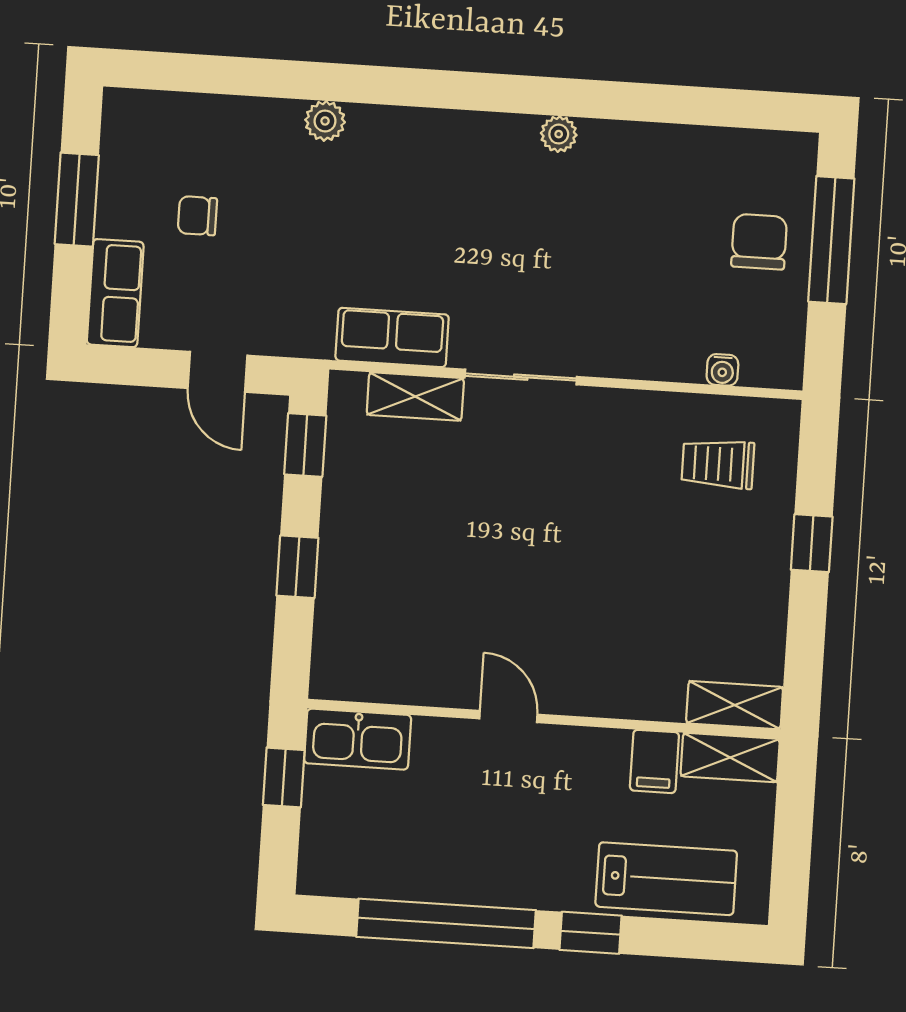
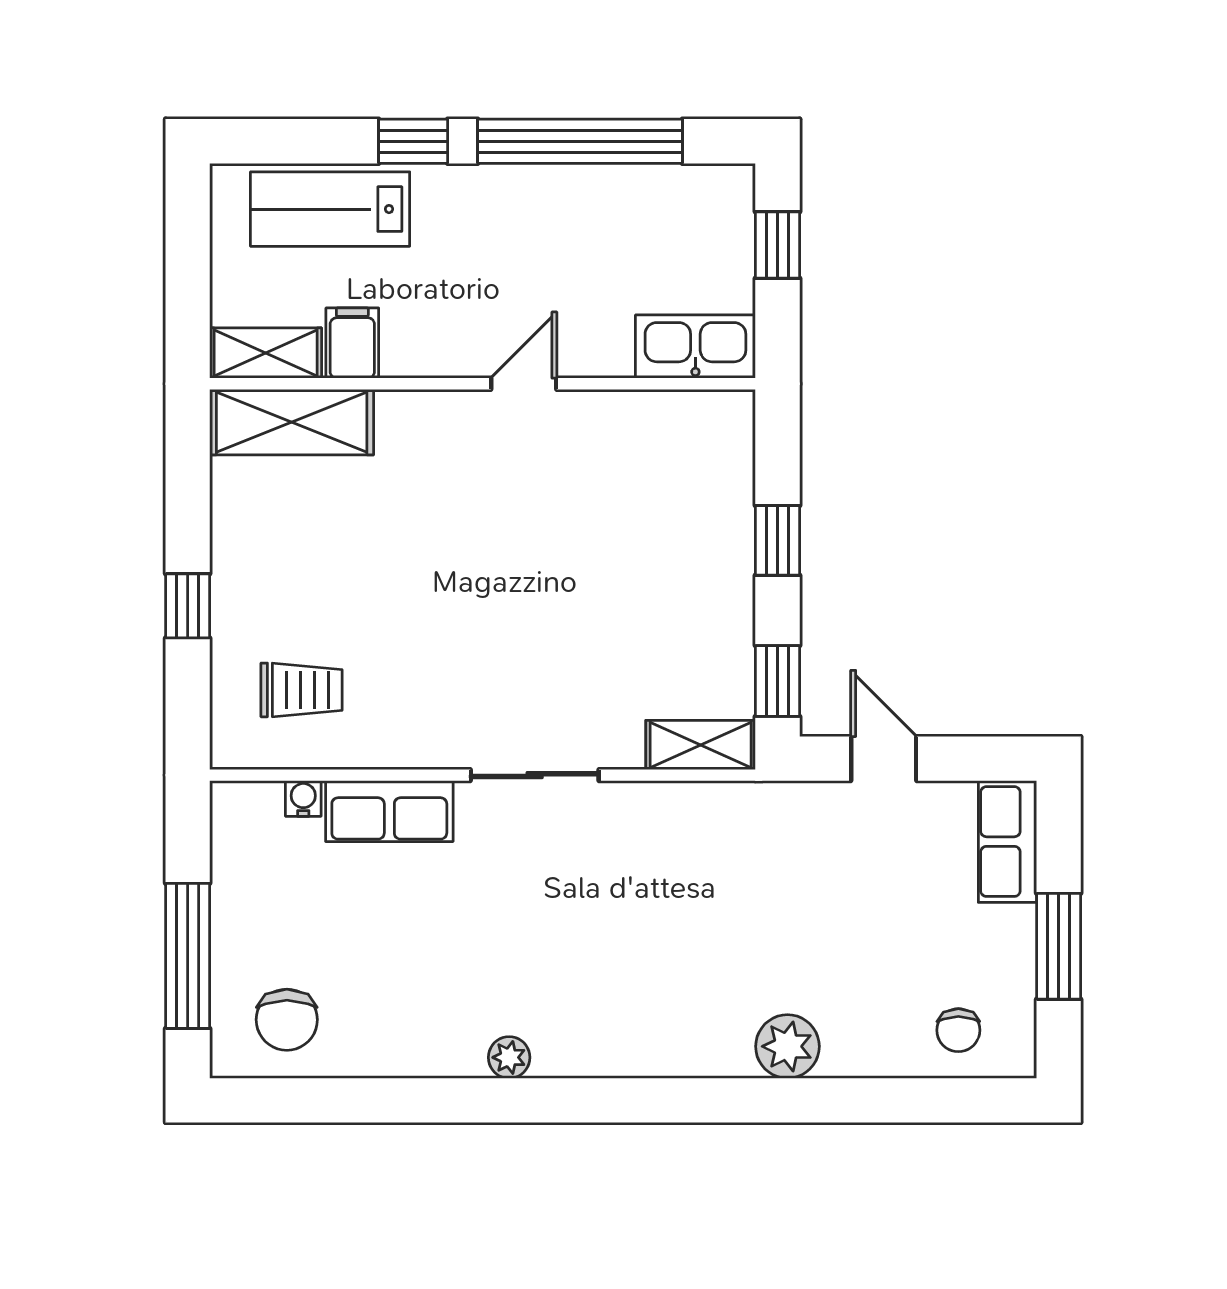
plant: (325, 121) -> (787, 1046), width x1.38, depth x1.38
chair: (197, 216) -> (958, 1030), moved, turned 90
chair: (759, 242) -> (287, 1020), moved
row of seats: (392, 337) -> (389, 811), moved
shelving: (415, 397) -> (701, 745), moved
shelving: (735, 705) -> (292, 422), width x1.50, depth x1.33
door: (508, 717) -> (524, 384), swing flipped
window: (284, 777) -> (777, 245), moved

